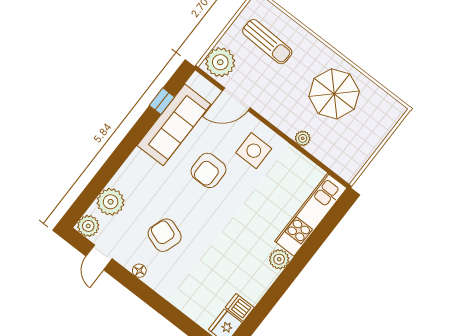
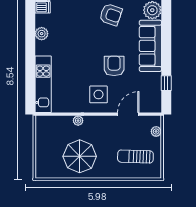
plant: (220, 62) -> (156, 131), width x0.53, depth x0.53
sofa: (174, 125) -> (150, 46), moved
plant: (279, 259) -> (42, 34), moved

